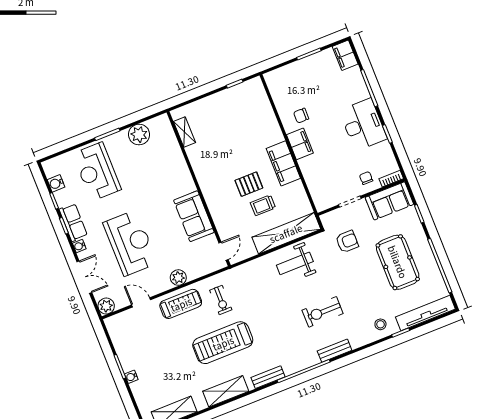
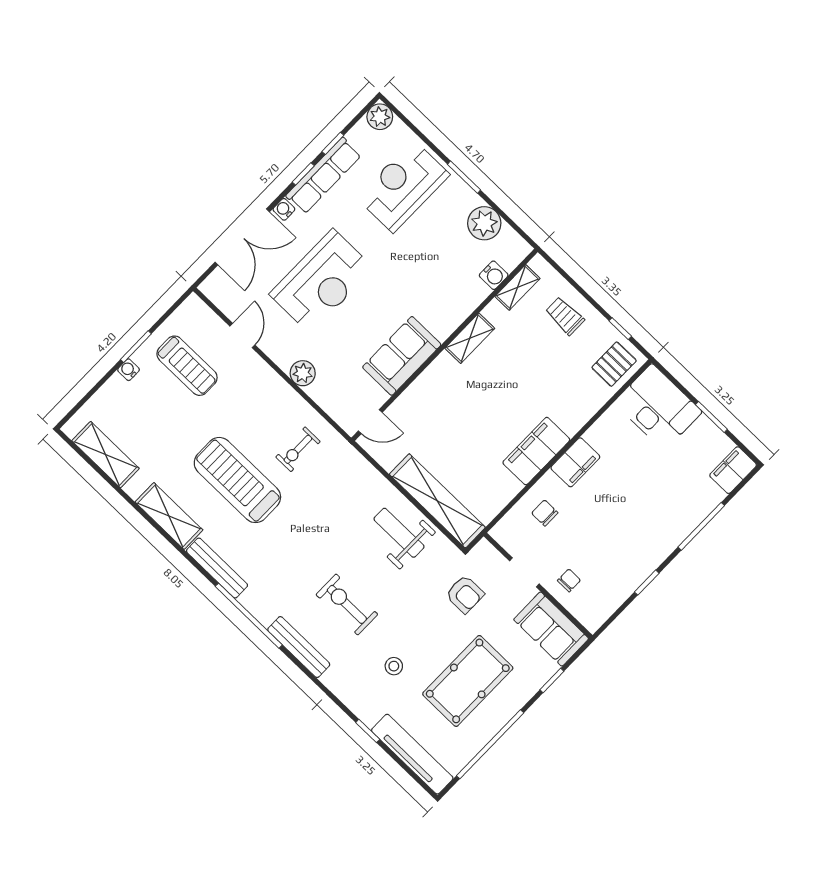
chair: (301, 116) -> (545, 513), moved
desk: (363, 125) -> (658, 407), moved, turned -90
shelving: (201, 173) -> (470, 338), added
bookcase: (391, 179) -> (584, 617), removed
water cooler: (56, 183) -> (494, 275), moved, turned 180
pallet: (249, 184) -> (614, 364), moved, turned 90
trolley: (263, 205) -> (565, 316), moved
row of seats: (73, 222) -> (324, 176), width x1.48
double door: (84, 277) -> (242, 237), width x1.37
treadmill: (181, 304) -> (187, 366), moved
plant: (106, 306) -> (380, 117), moved
stool: (380, 324) -> (394, 666), moved
bench: (335, 351) -> (299, 647), width x1.36
bench: (268, 377) -> (217, 568), width x1.36

